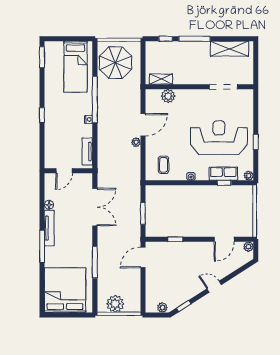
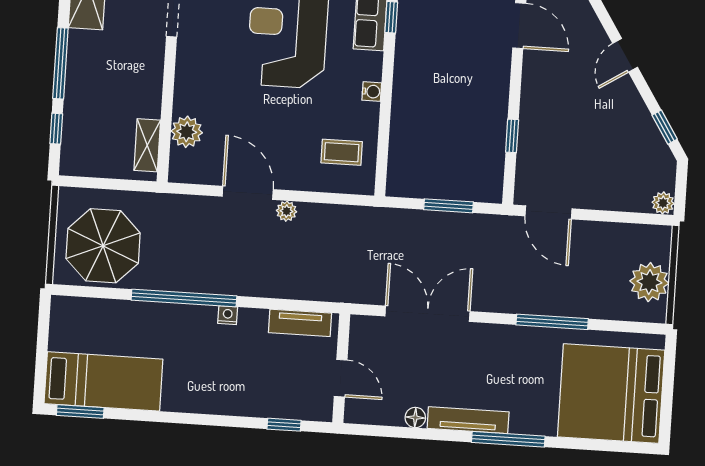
bed: (76, 67) -> (103, 381), moved
window: (42, 115) -> (284, 425), moved
plant: (162, 308) -> (663, 203), moved

